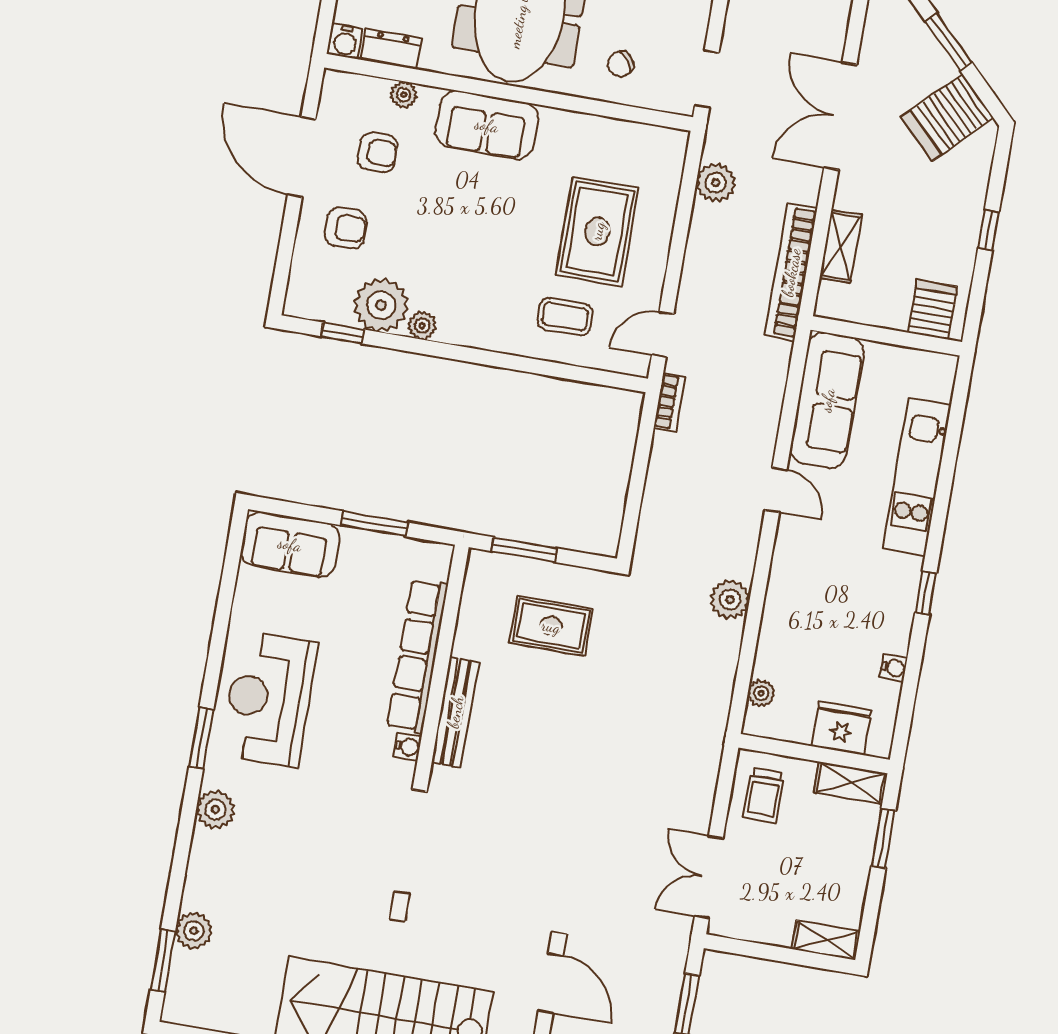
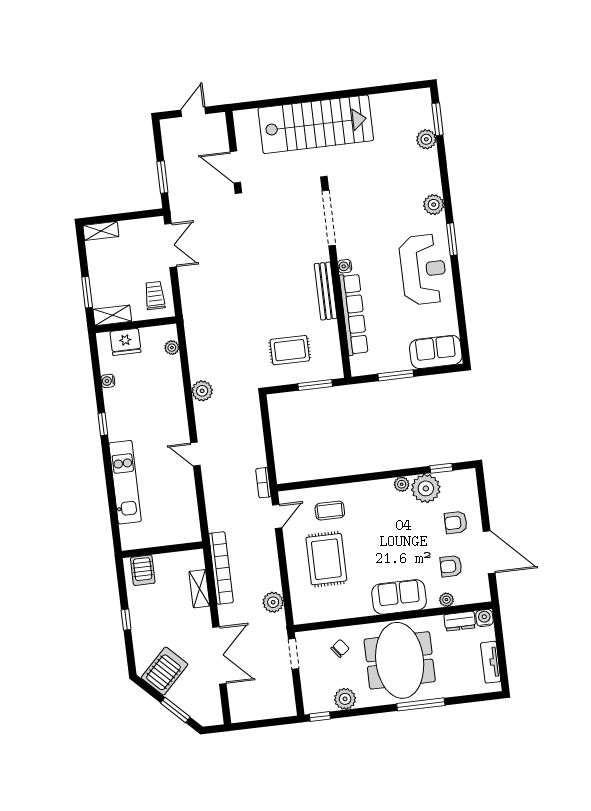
sofa: (827, 400) -> (183, 508), removed

